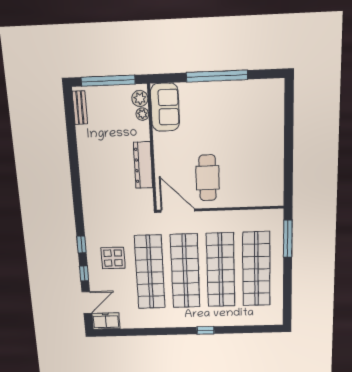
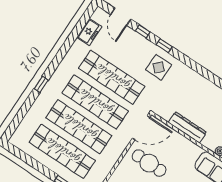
display table: (113, 258) -> (159, 67), moved
freezer: (106, 321) -> (89, 32), moved

